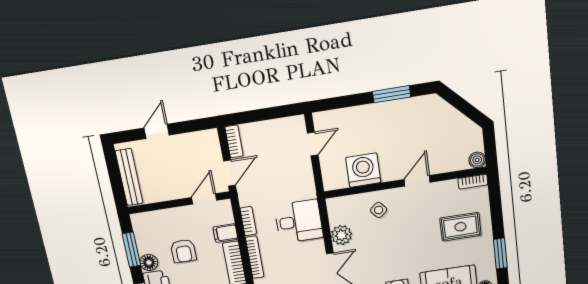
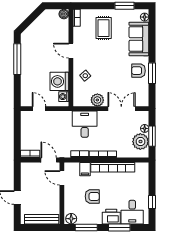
window: (392, 94) -> (17, 59), width x1.44
washing machine: (339, 181) -> (64, 97), added
floor lamp: (149, 262) -> (71, 219), moved

